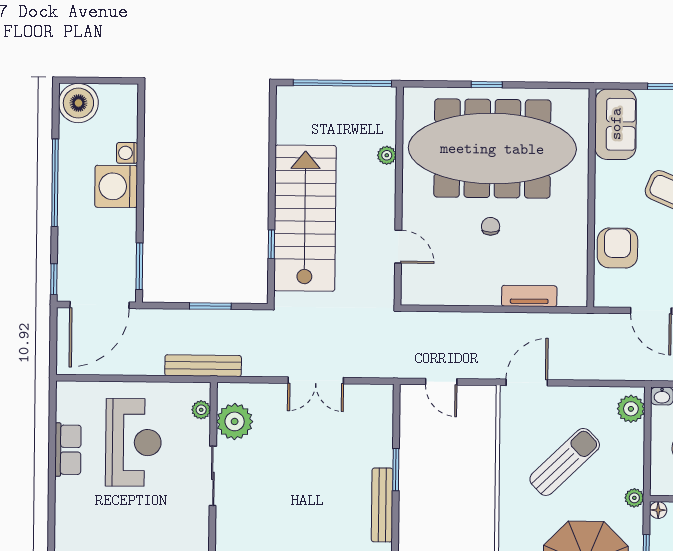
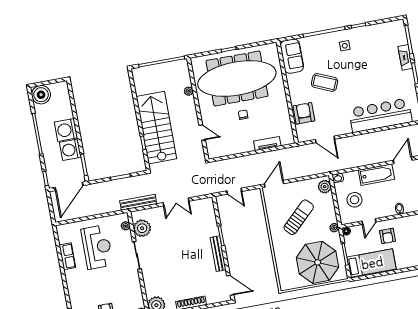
washing machine: (127, 153) -> (70, 150), moved, width x1.89, depth x1.89
bench: (203, 366) -> (138, 202), moved

